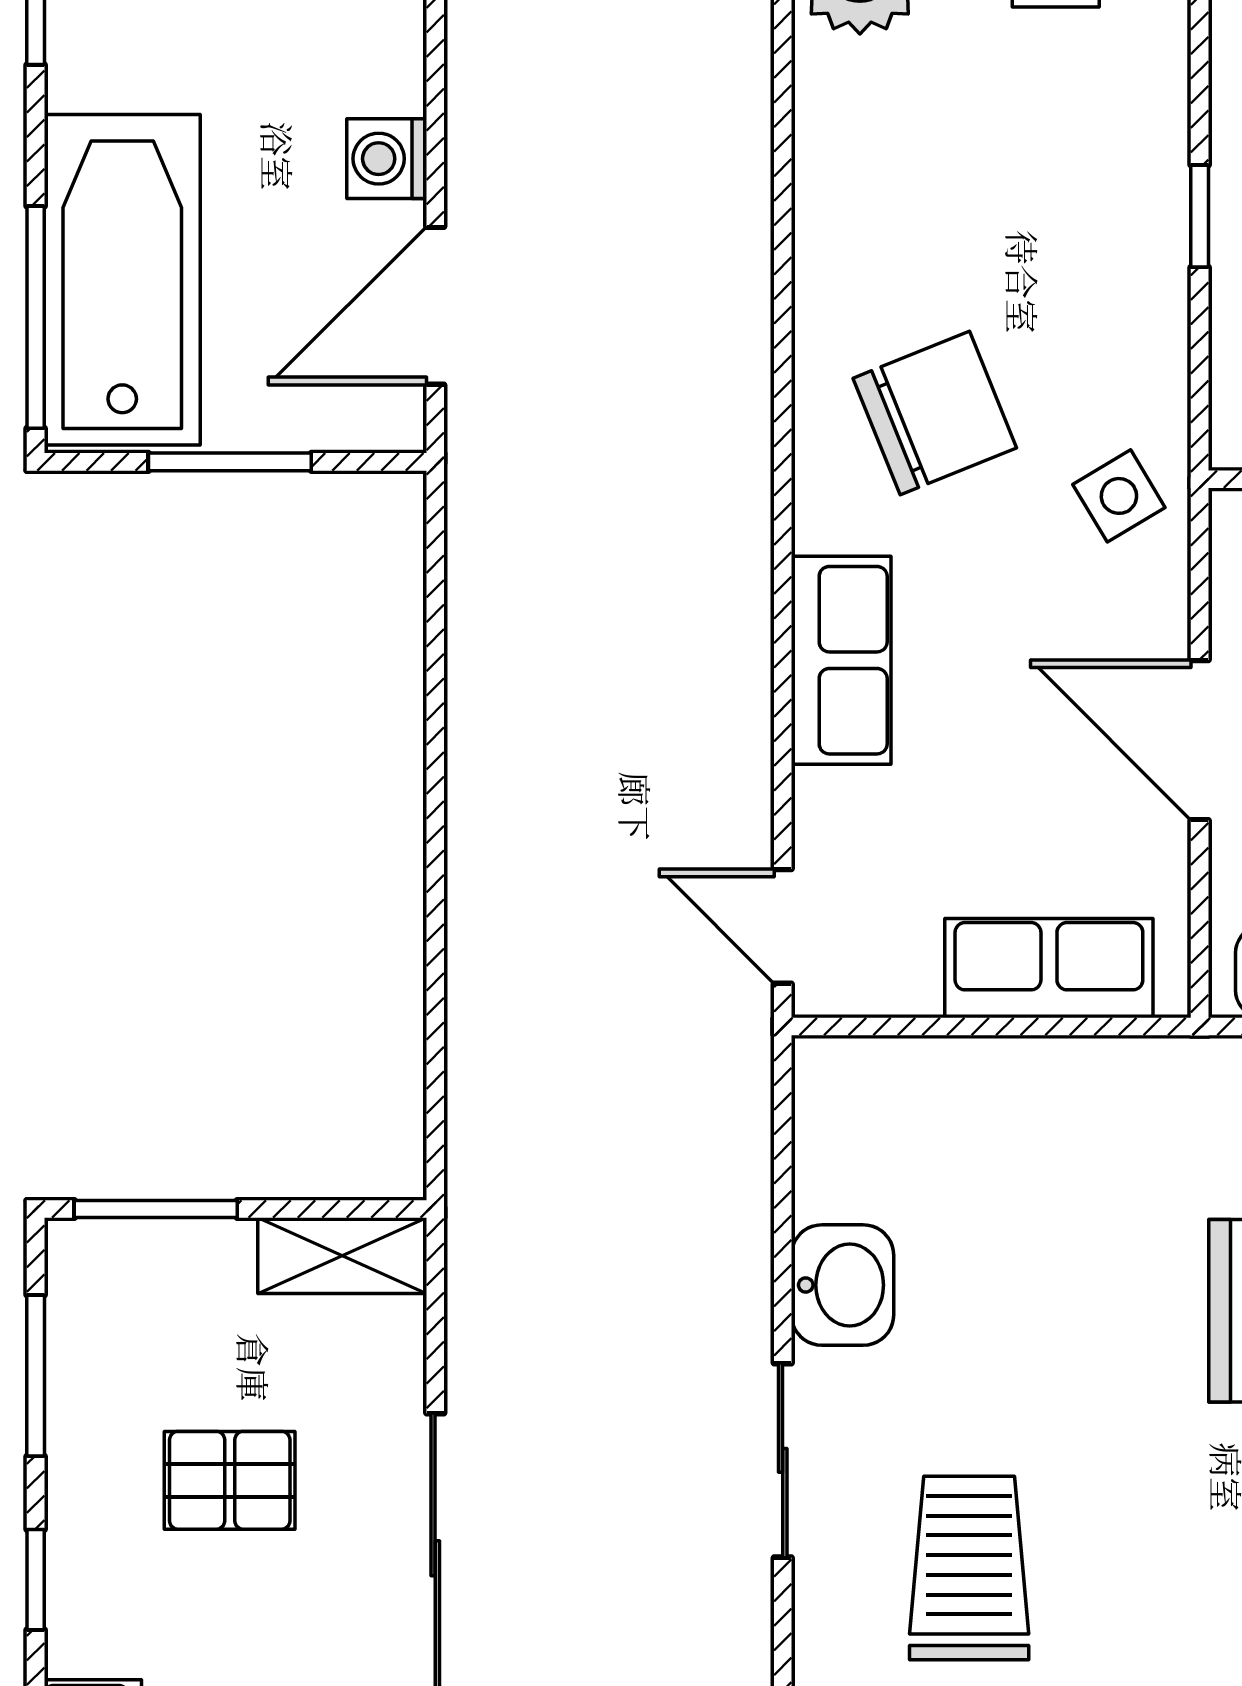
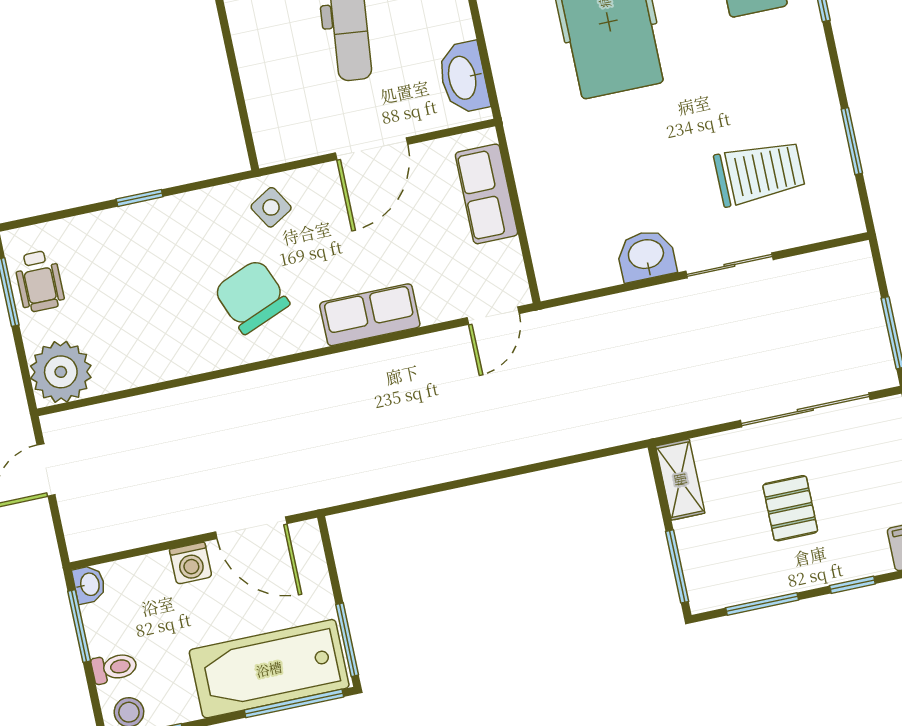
window: (230, 462) -> (347, 640), moved
trolley: (969, 1568) -> (760, 173), turned 180

